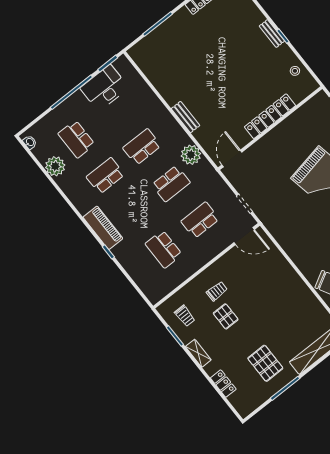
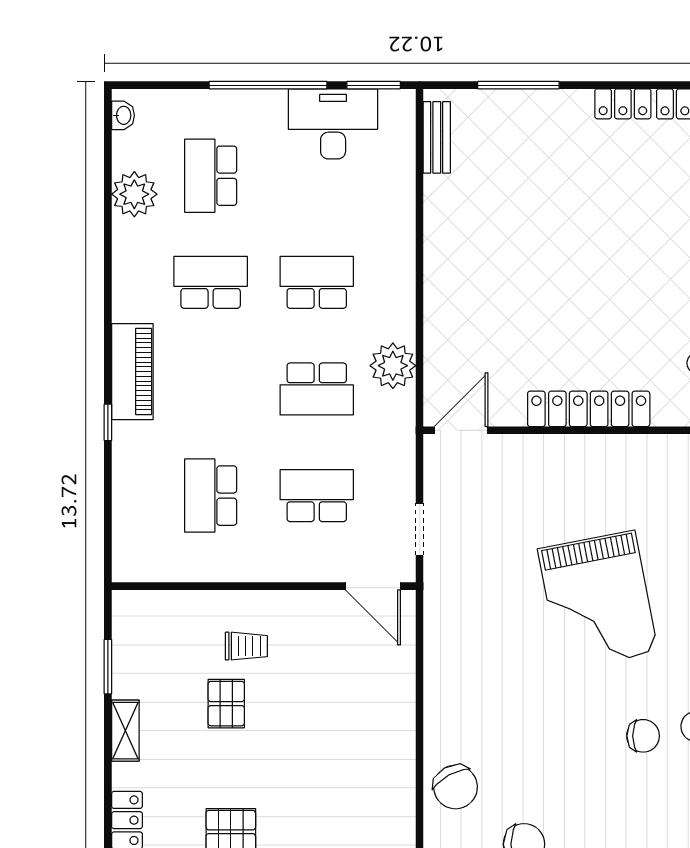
bench: (186, 117) -> (437, 137), moved
trolley: (185, 316) -> (154, 645), removed

